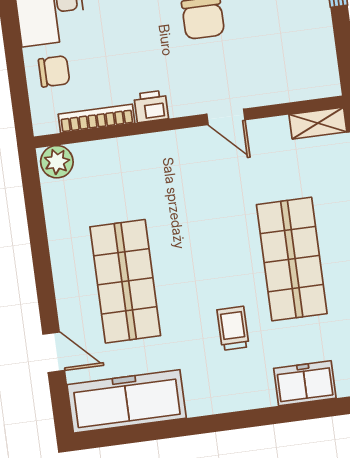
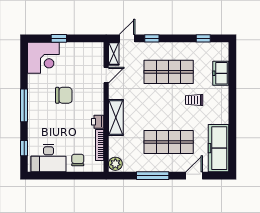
door: (226, 117) -> (106, 75), moved
shelving: (167, 148) -> (116, 117), added
window: (41, 254) -> (153, 176), added

